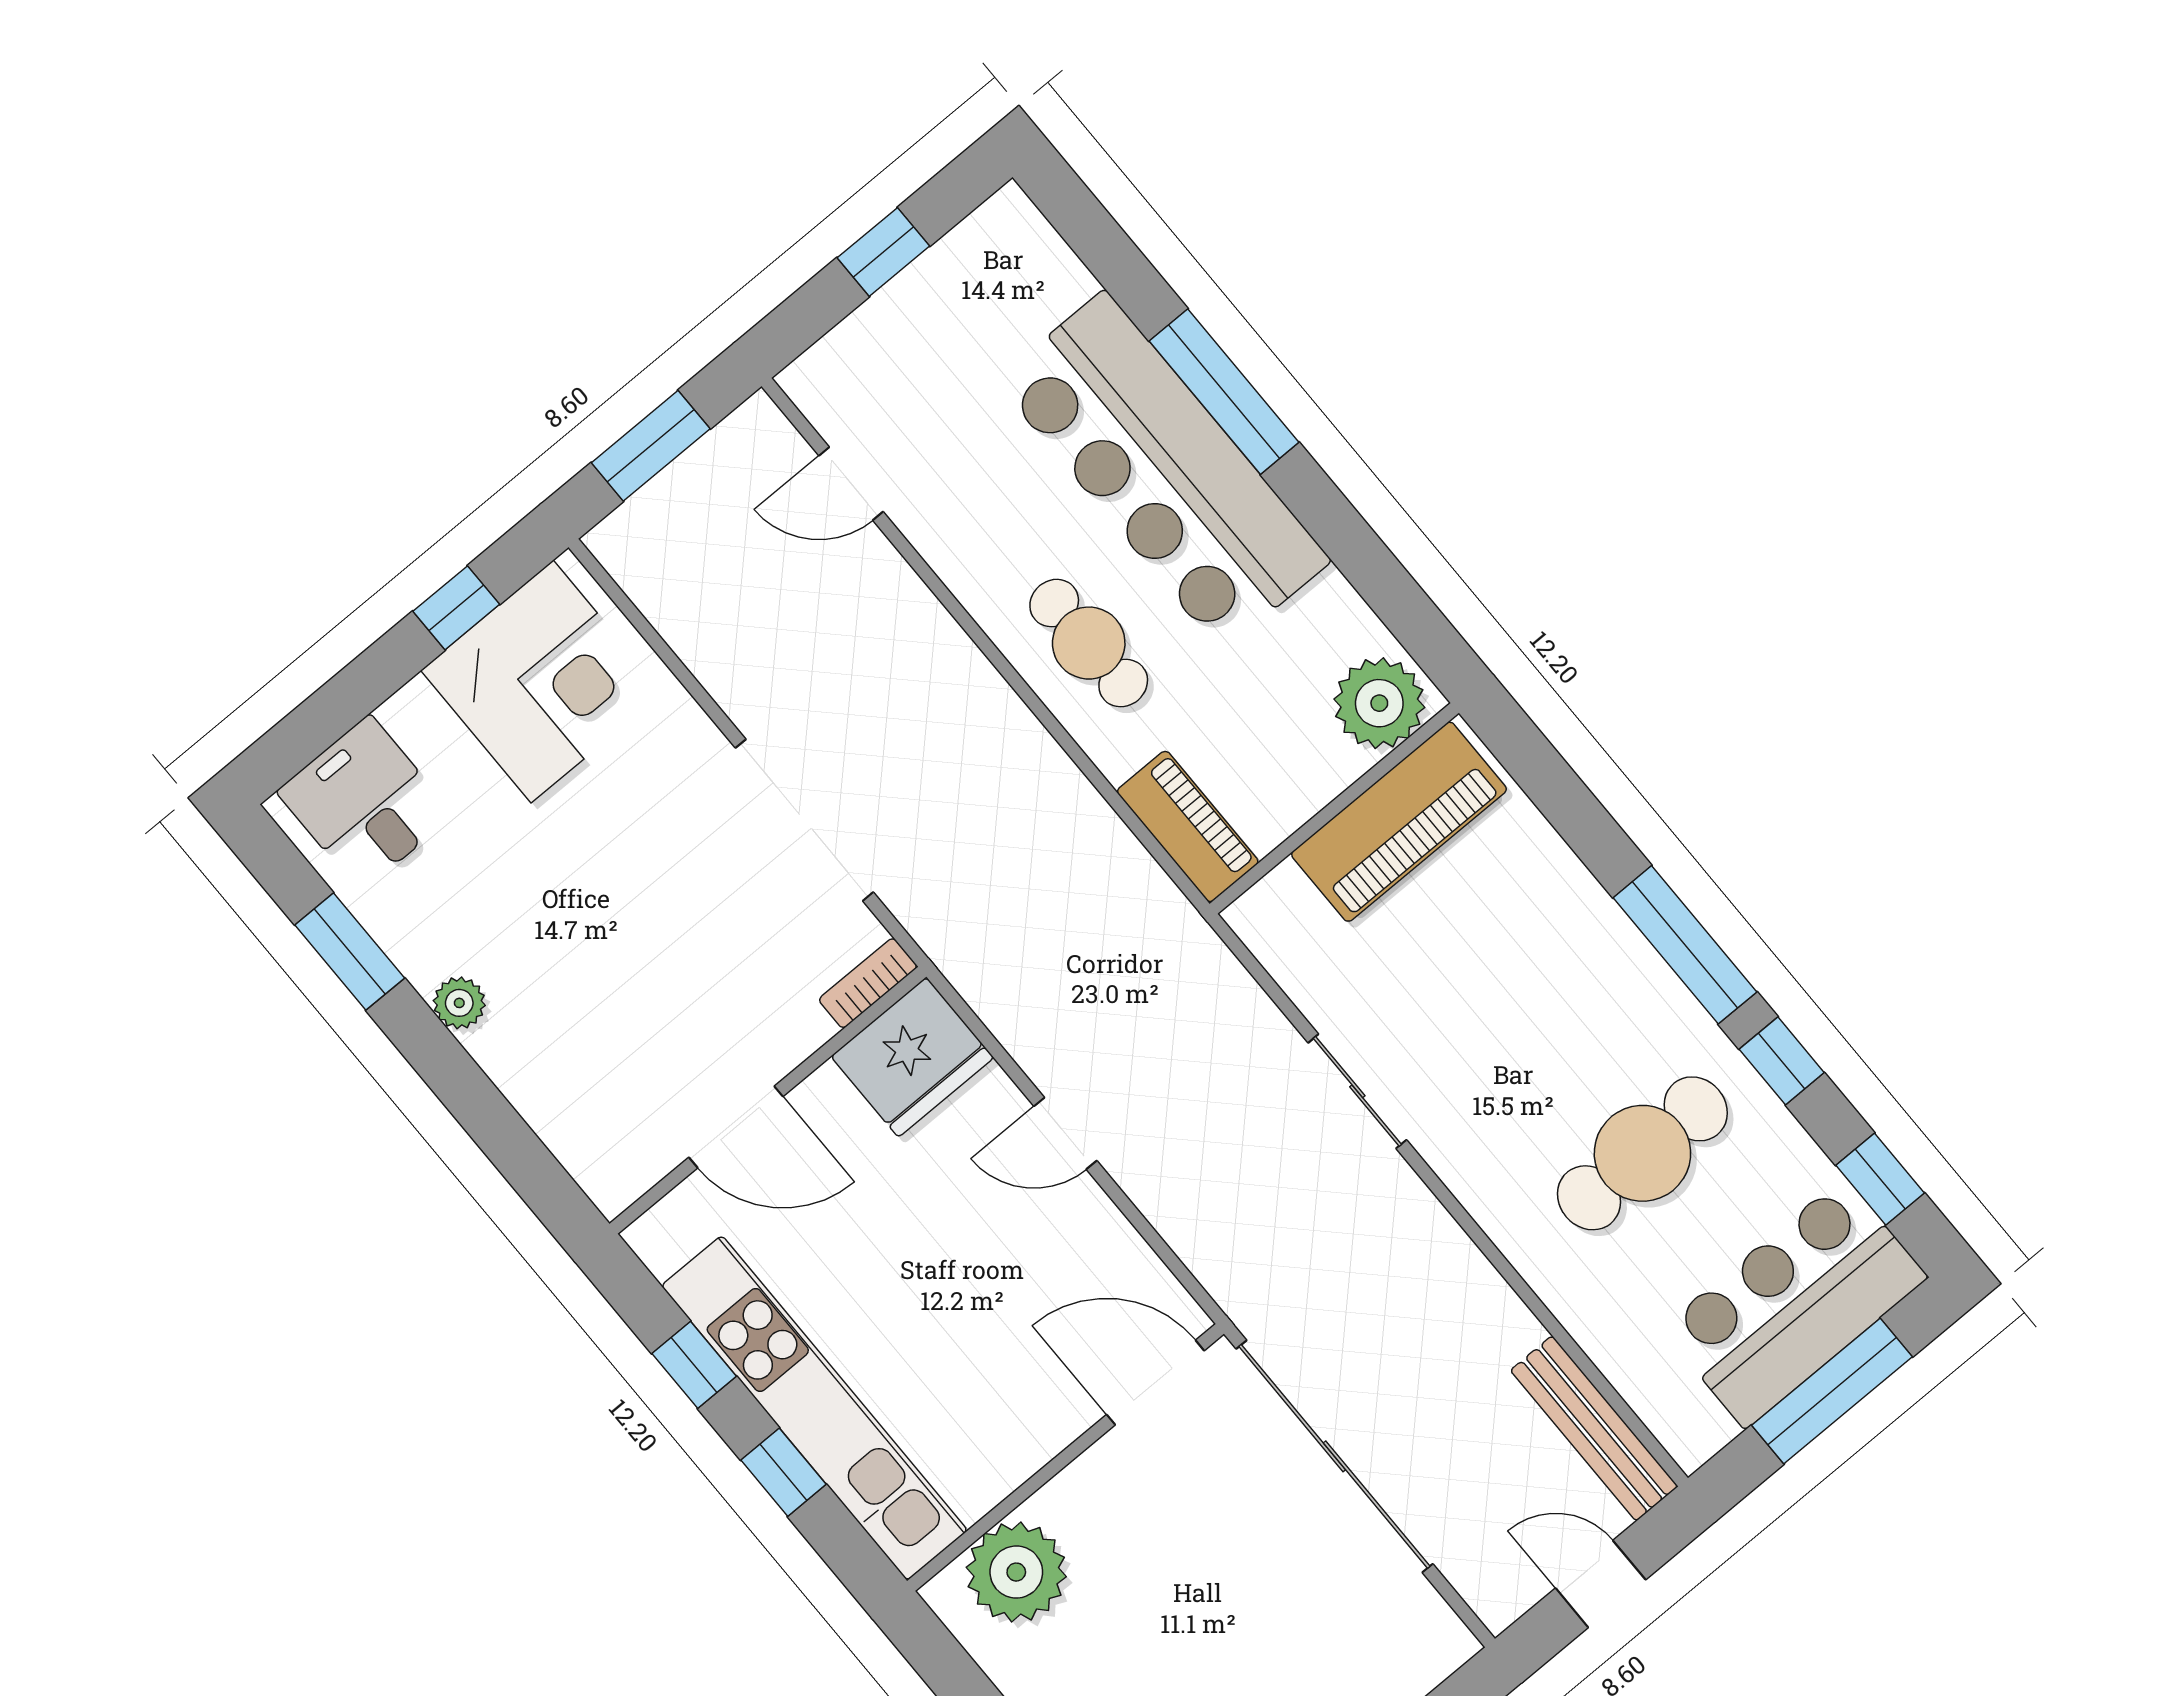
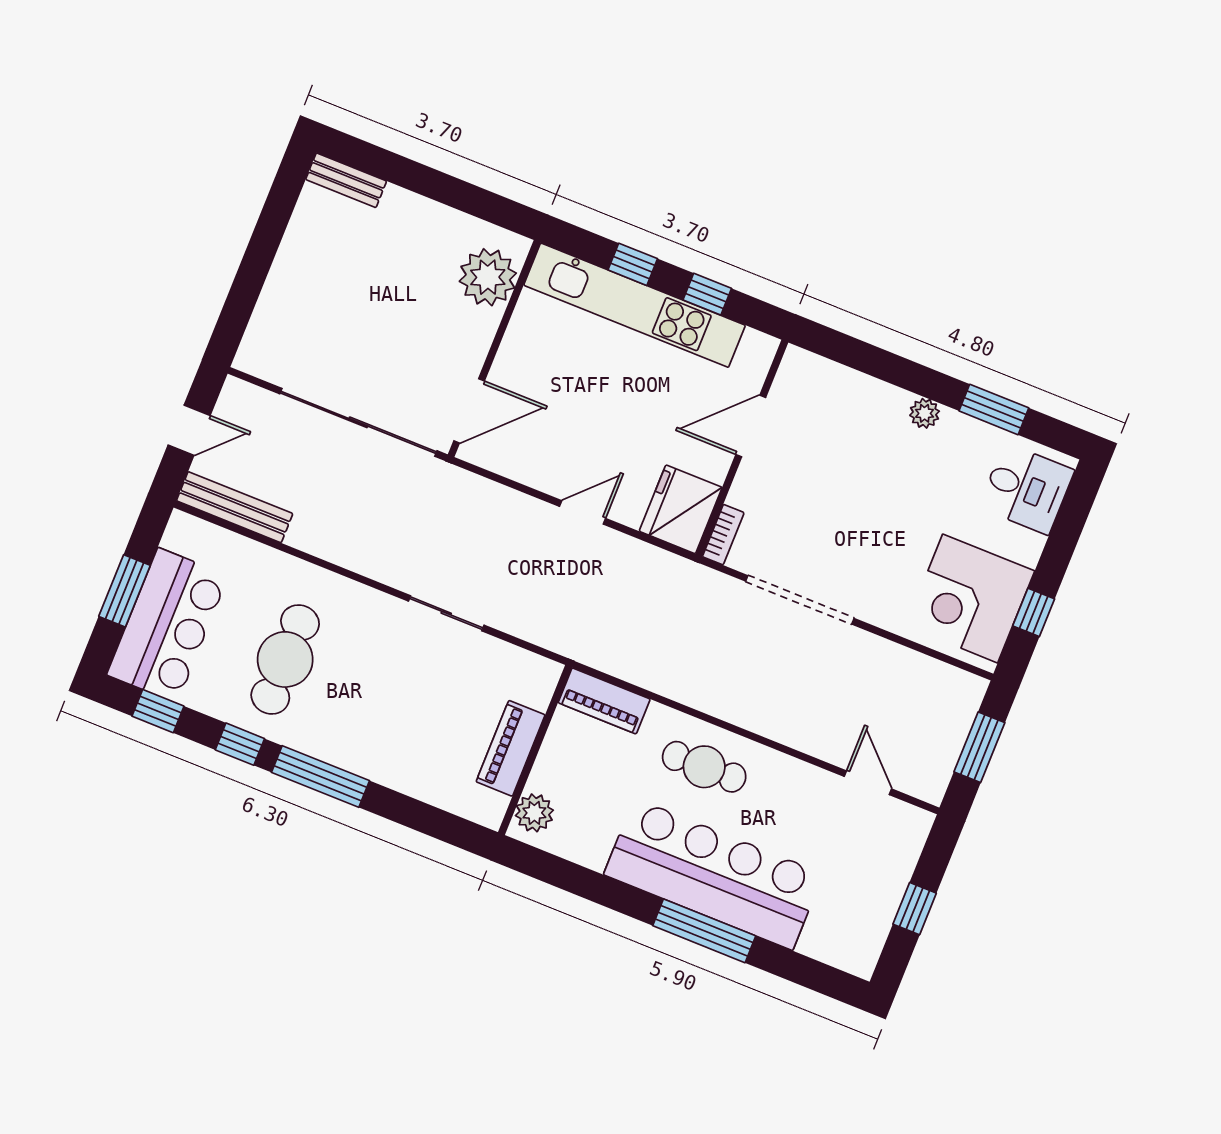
door: (851, 484) -> (868, 783), hinge flipped
plant: (1379, 703) -> (534, 813), width x0.73, depth x0.73
piano: (1399, 822) -> (511, 748), width x0.73, depth x0.75
window: (1832, 1391) -> (124, 591), width x0.69

